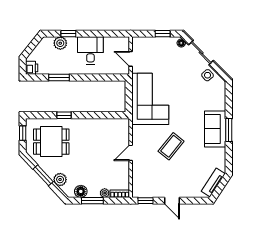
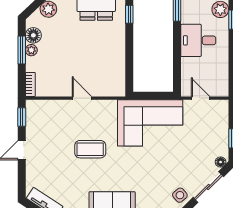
desk: (90, 50) -> (198, 40), moved, turned 180
door: (131, 59) -> (201, 98), hinge flipped
coffee table: (171, 146) -> (90, 149), turned -39
plant: (105, 193) -> (31, 50), moved

